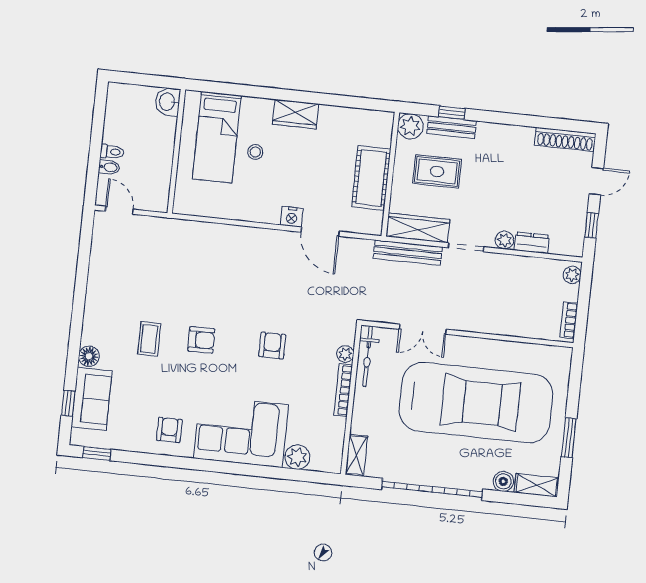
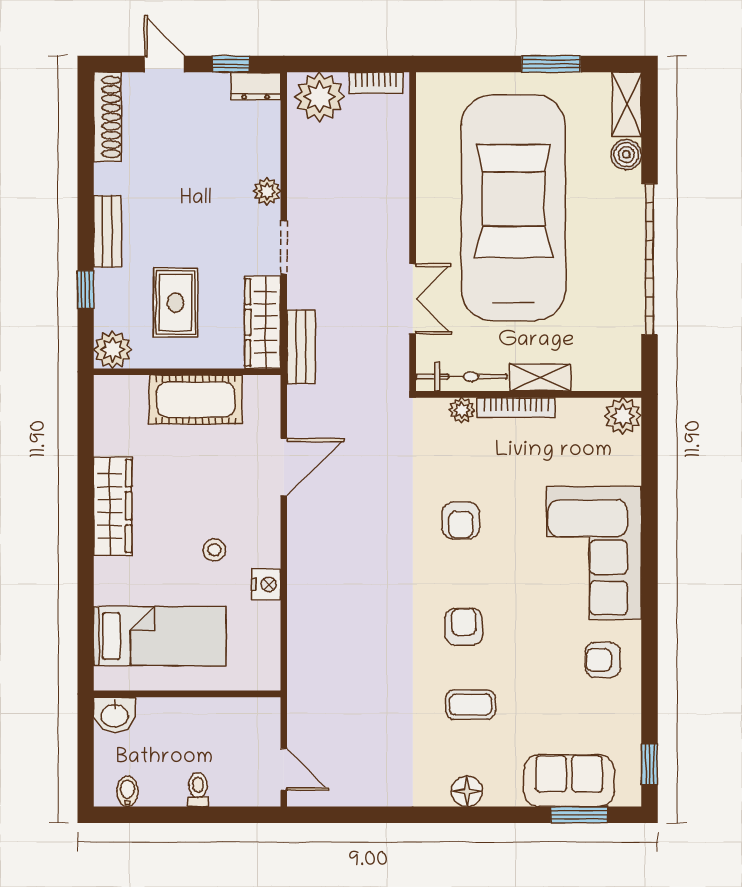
wardrobe: (296, 114) -> (113, 506), width x1.50
bench: (452, 127) -> (107, 231), moved
stool: (255, 152) -> (214, 550), moved
bidet: (109, 167) -> (127, 791), moved
door: (119, 210) -> (284, 769), swing flipped
nightstand: (292, 217) -> (266, 584), moved
dresser: (532, 243) -> (256, 86), moved, turned -90
bench: (408, 253) -> (301, 347), width x0.73
plant: (572, 275) -> (320, 97), width x1.88, depth x1.88
armchair: (272, 345) -> (461, 520), turned -90
floor lamp: (89, 356) -> (467, 791), moved
window: (68, 403) -> (579, 815), width x1.50
shelving: (356, 455) -> (540, 377), moved
plant: (297, 457) -> (623, 416), moved

